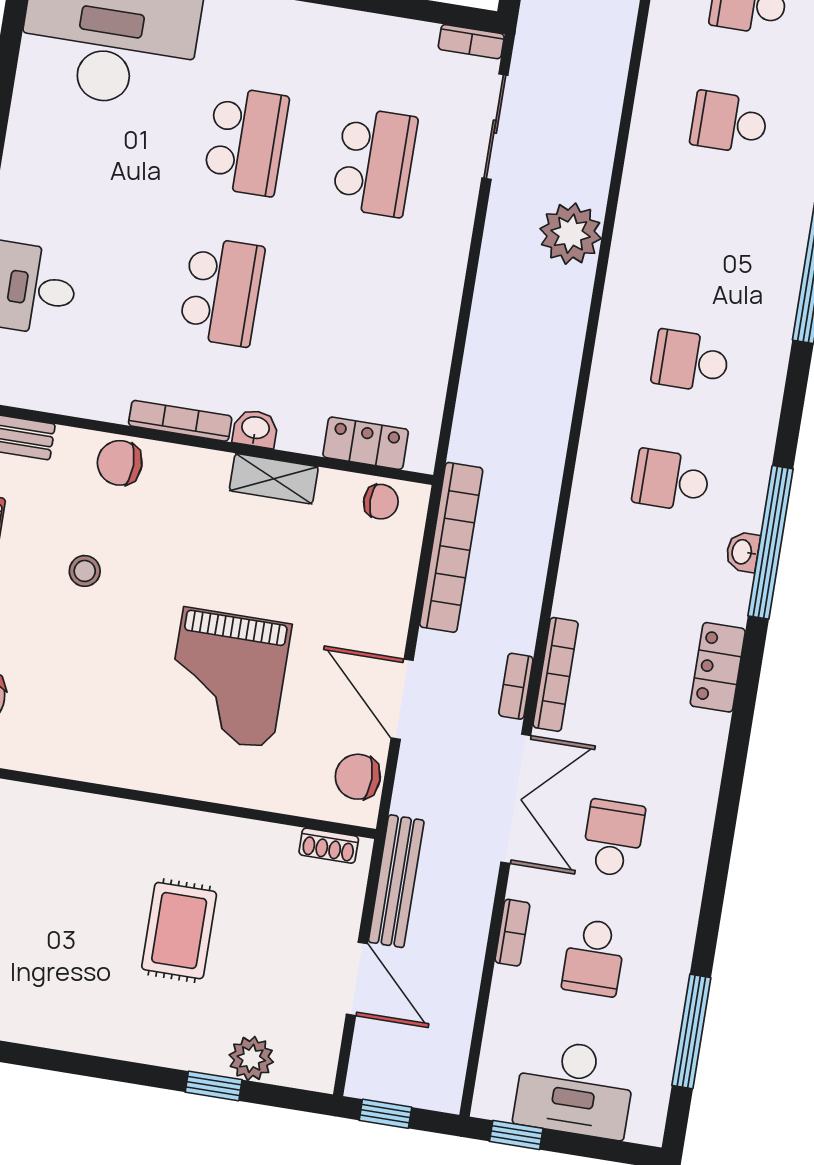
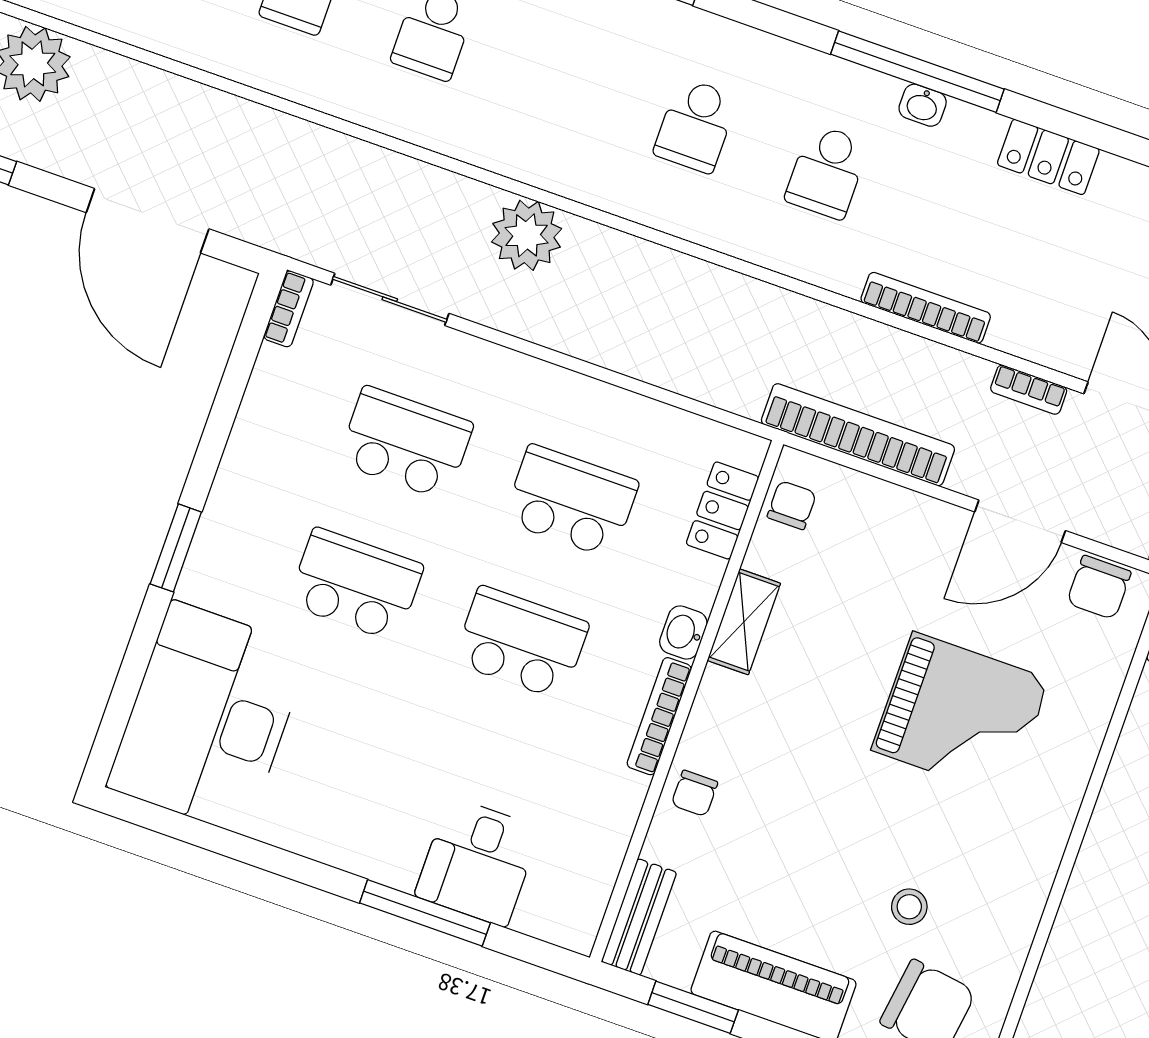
school desk: (350, 312) -> (571, 501), added
chair: (120, 463) -> (694, 793), width x0.73, depth x0.73
stool: (85, 571) -> (909, 907), moved
bookcase: (556, 674) -> (926, 308), moved

